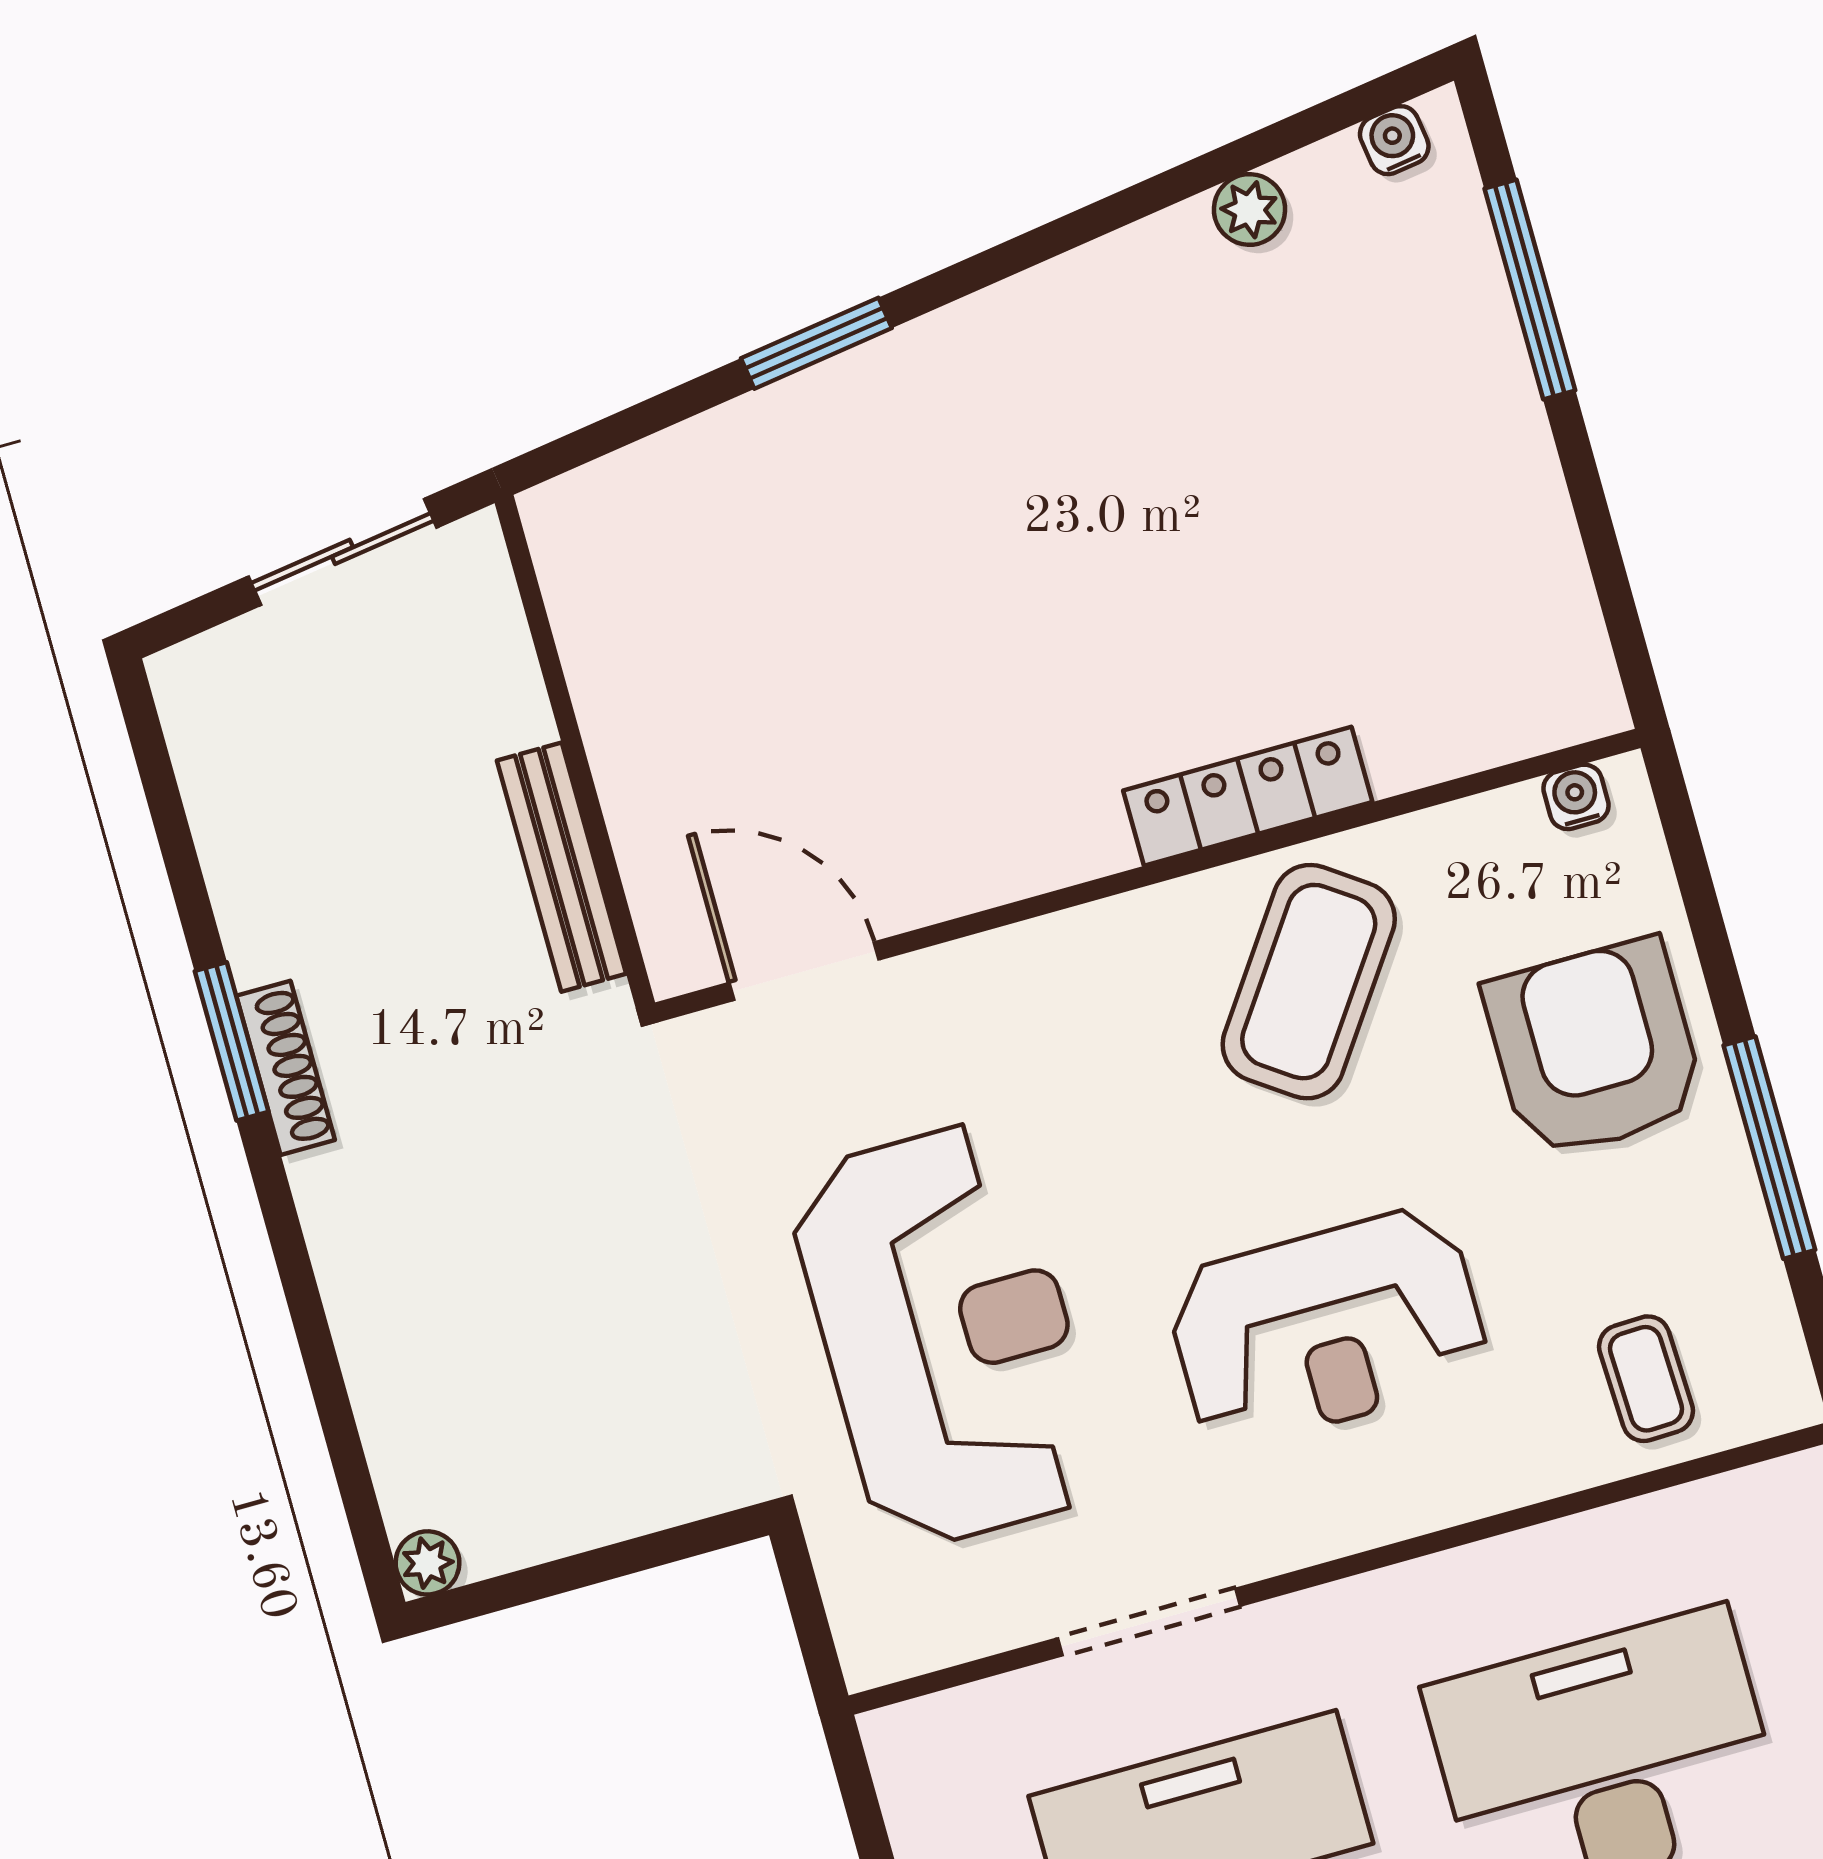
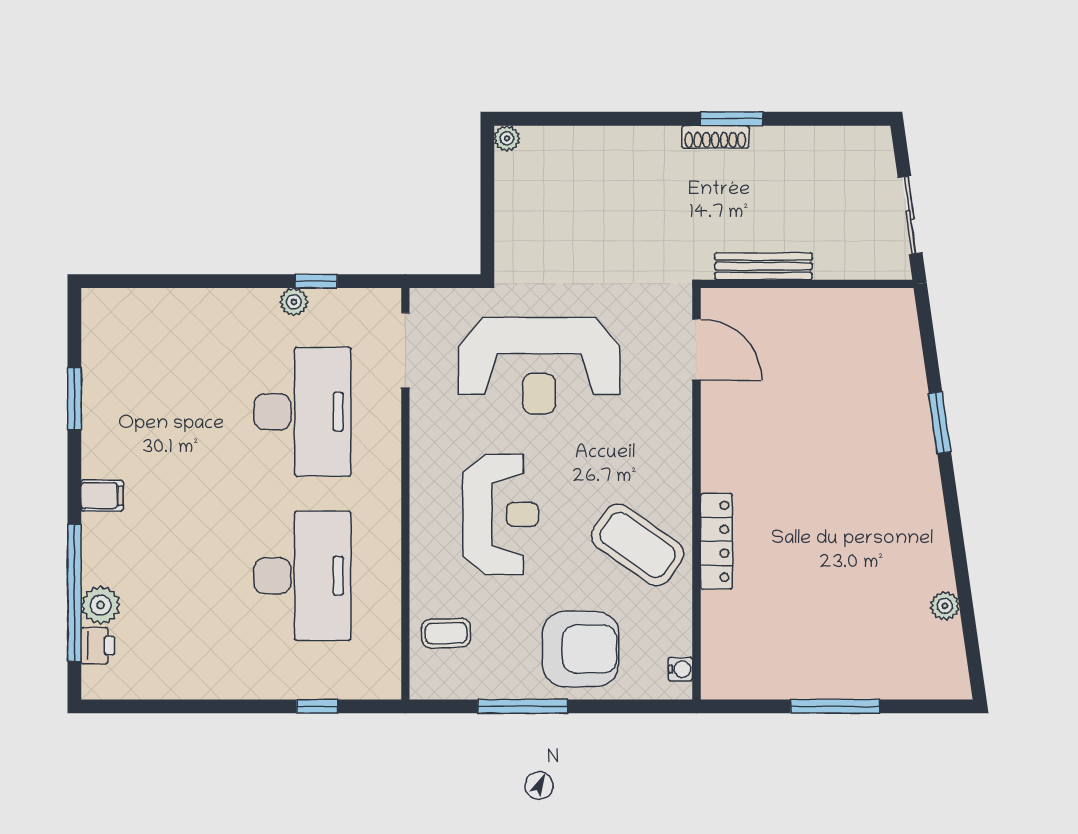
water cooler: (1394, 140) -> (956, 670), removed
window: (1530, 290) -> (835, 706), moved
door: (804, 971) -> (696, 349), hinge flipped
reception desk: (1327, 1328) -> (501, 515), turned 180
doorway: (1149, 1622) -> (405, 350), moved

